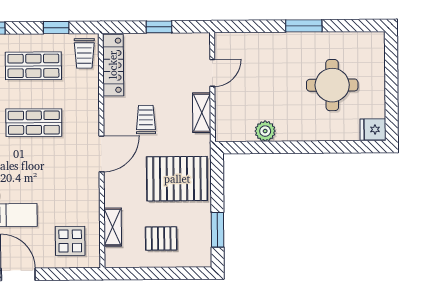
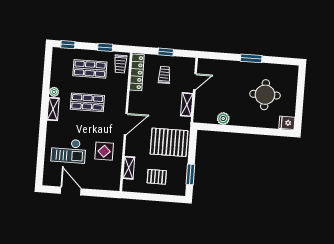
trolley: (146, 120) -> (164, 75), moved
display table: (70, 241) -> (104, 151), moved

